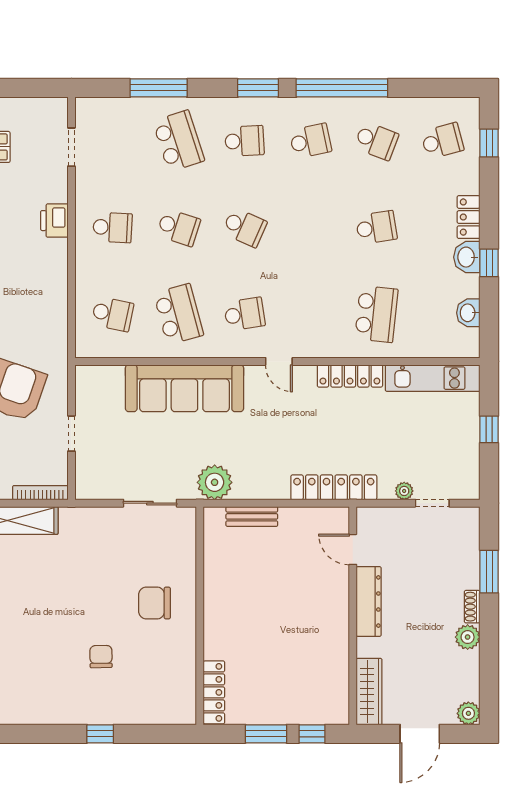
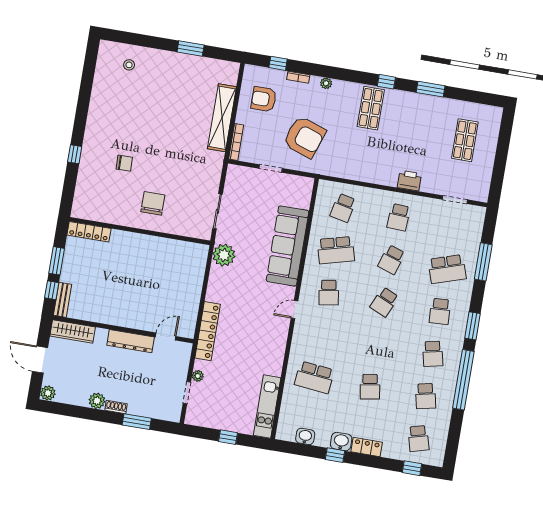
school desk: (376, 141) -> (426, 396), turned -33
locker: (350, 376) -> (278, 354), removed
bench: (252, 516) -> (63, 300), moved

